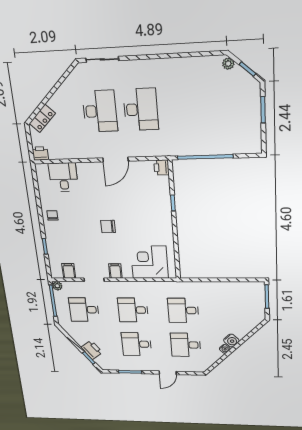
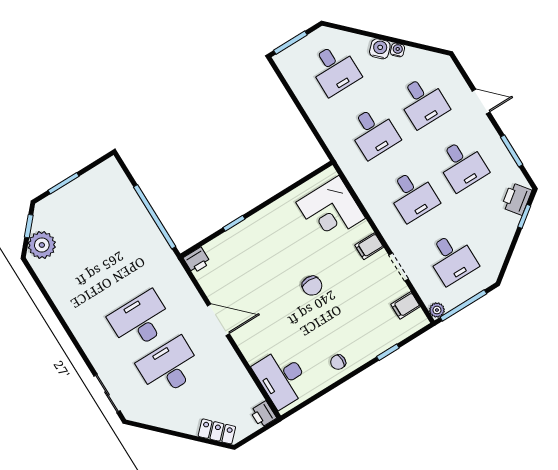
plant: (228, 64) -> (42, 245), width x1.88, depth x1.88
desk: (63, 177) -> (282, 378), width x1.37
desk: (235, 311) -> (334, 69), added
printer: (92, 350) -> (516, 199), moved

